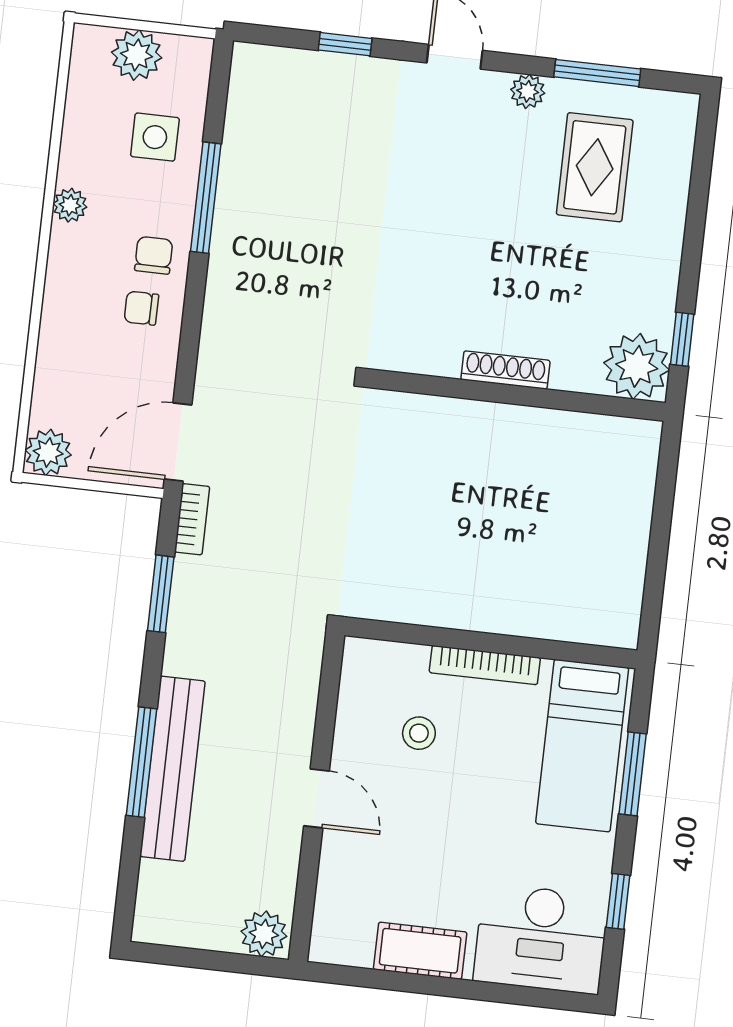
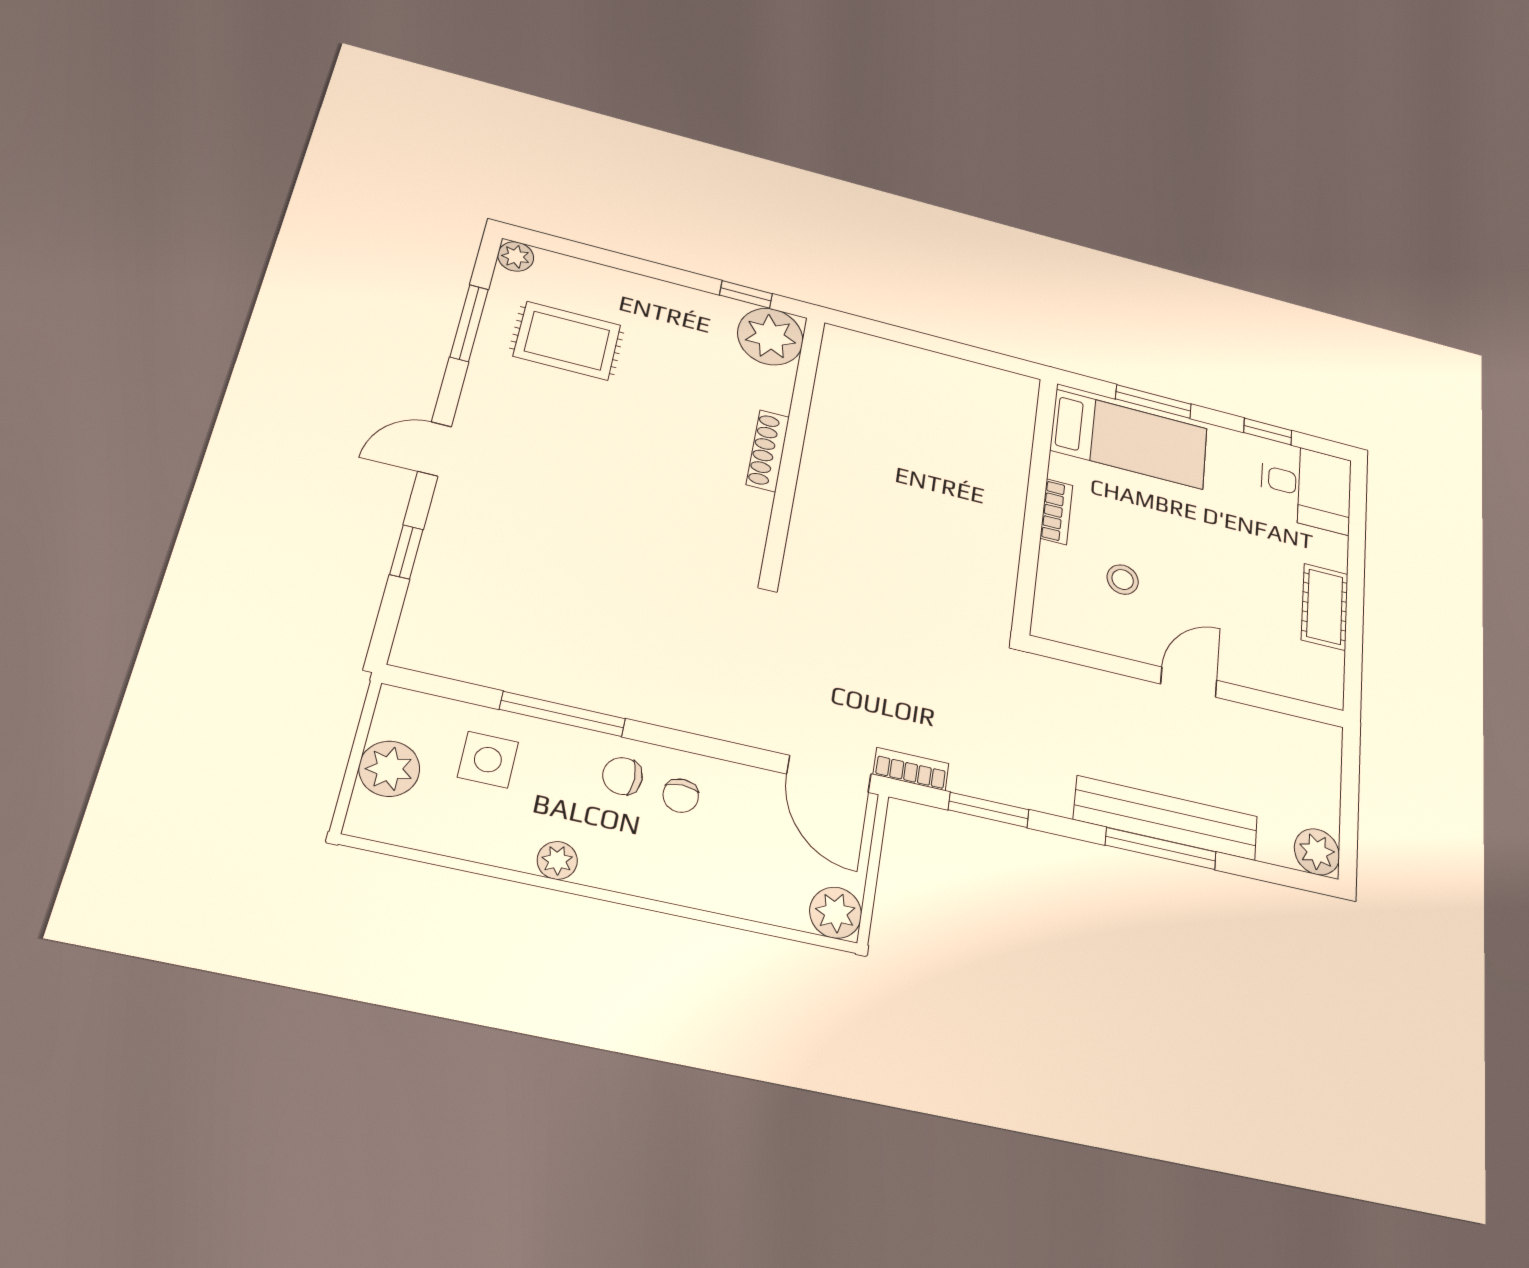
plant: (528, 91) -> (516, 256), moved
bookcase: (485, 665) -> (1056, 512), width x0.64
plant: (264, 934) -> (1317, 852), moved
desk: (541, 939) -> (1306, 487), width x0.73

